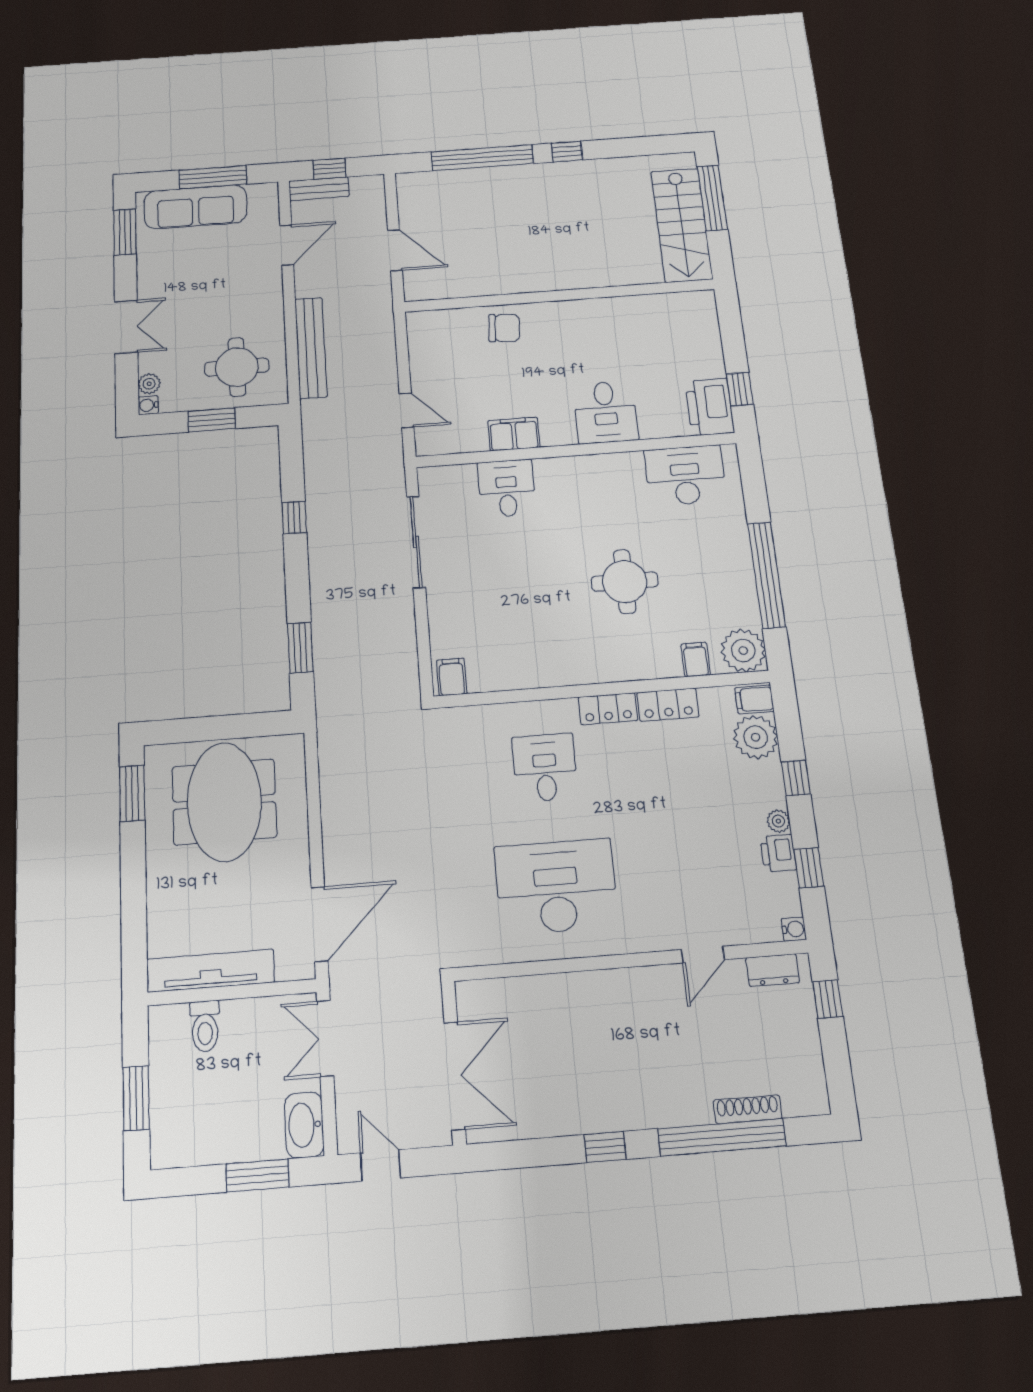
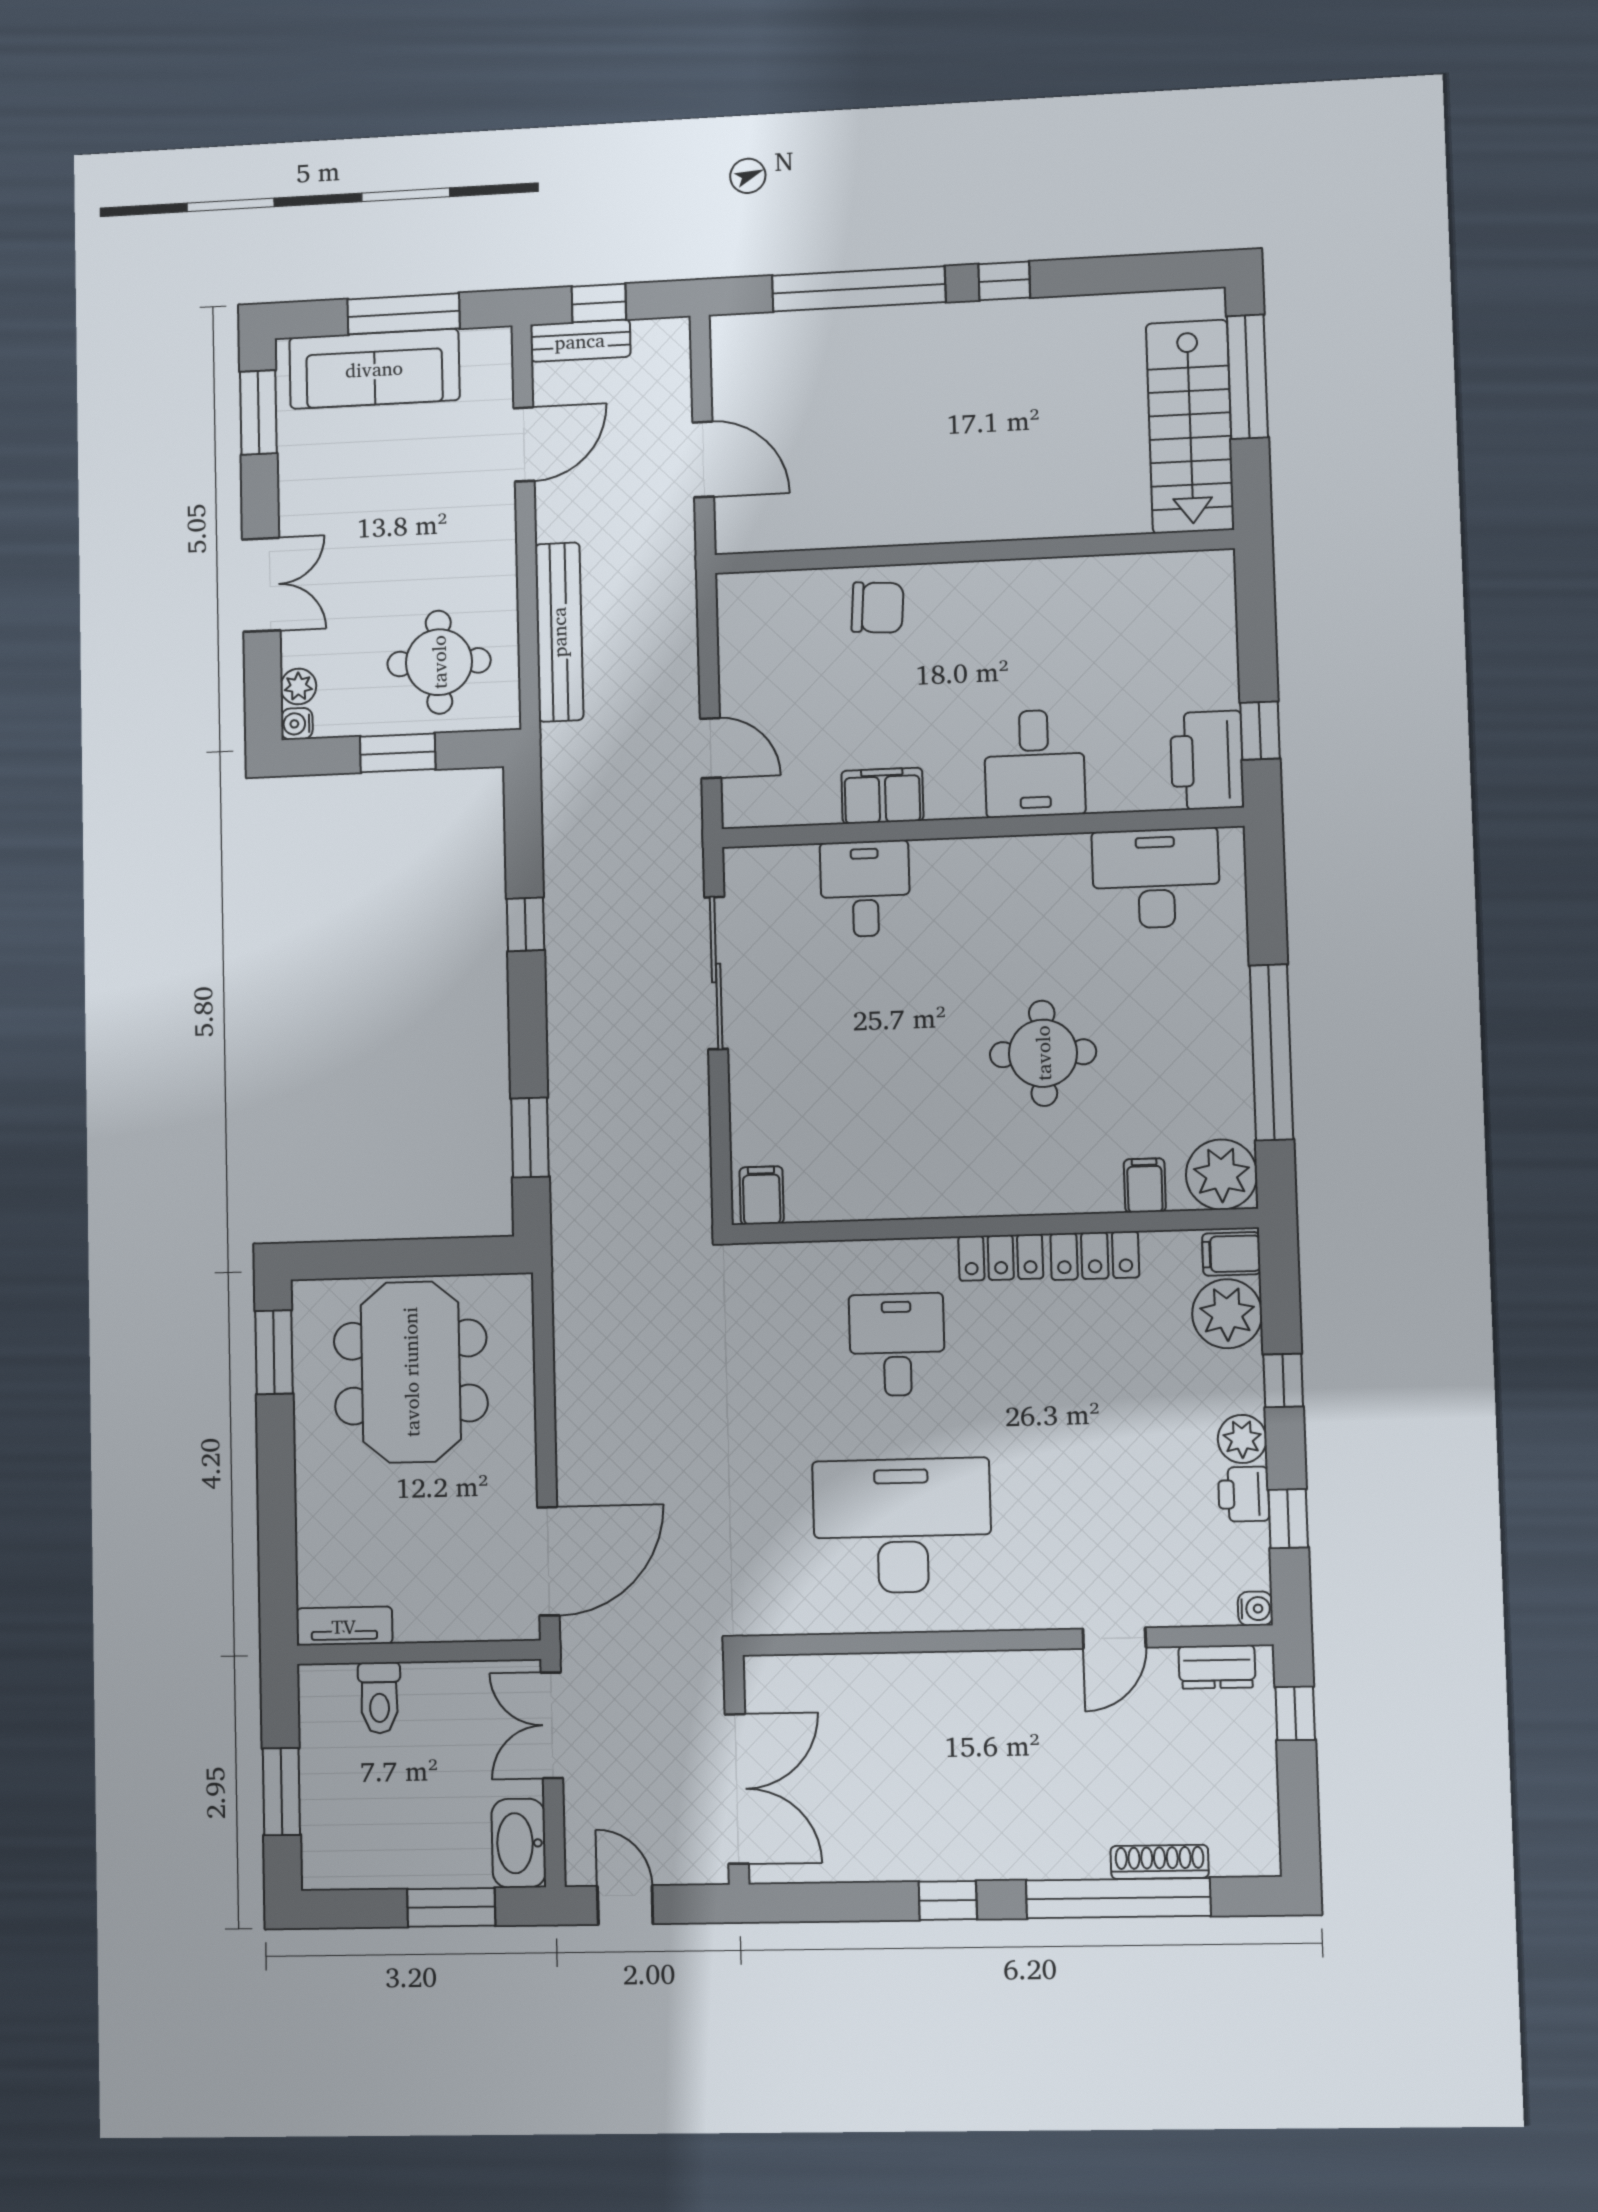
plant: (778, 821) -> (1242, 1439), width x1.38, depth x1.38
tv unit: (210, 971) -> (344, 1626), width x0.52, depth x0.78

